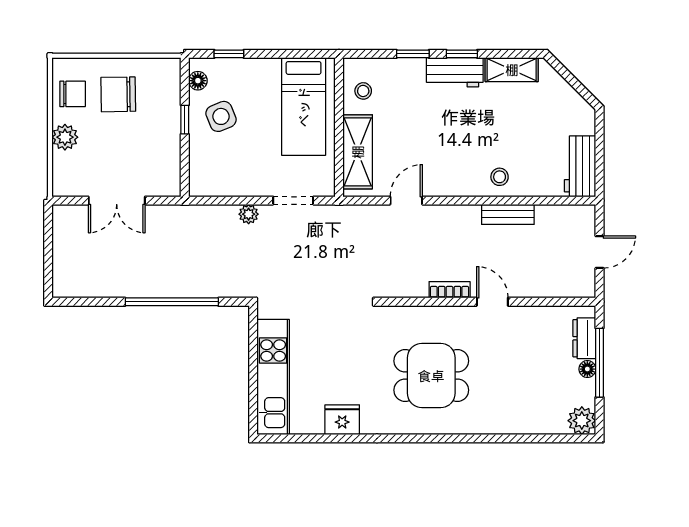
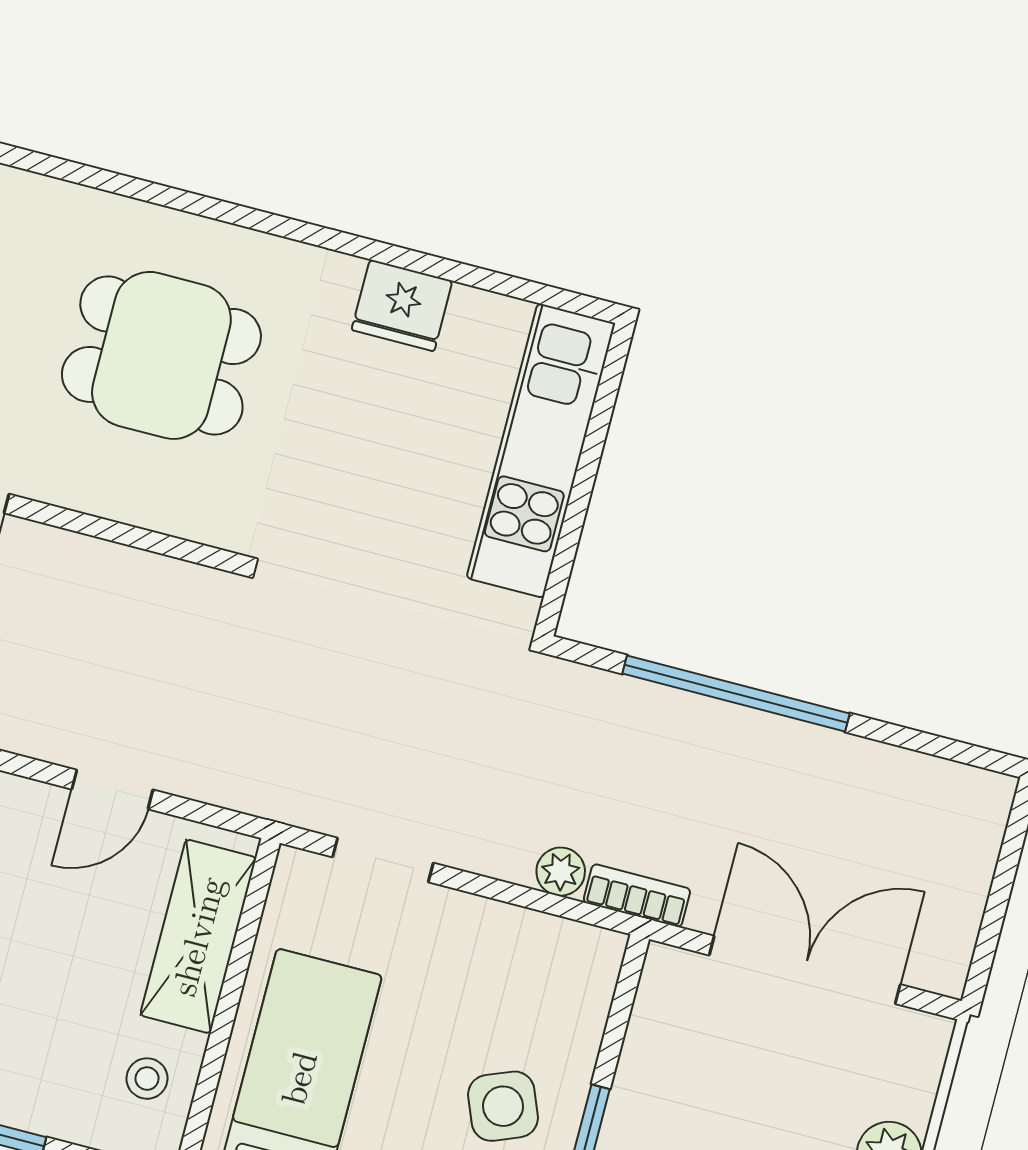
double door: (117, 201) -> (805, 970), width x1.37
plant: (249, 214) -> (561, 872), moved
bookcase: (450, 290) -> (637, 896), moved, turned 180

